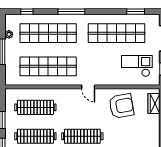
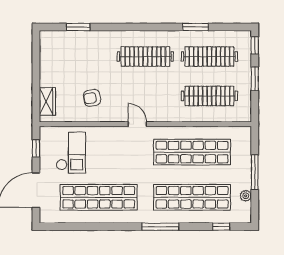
window: (136, 12) -> (73, 227), removed
checkout: (137, 66) -> (71, 153), turned -90
armchair: (121, 106) -> (92, 98), width x0.53, depth x0.53

